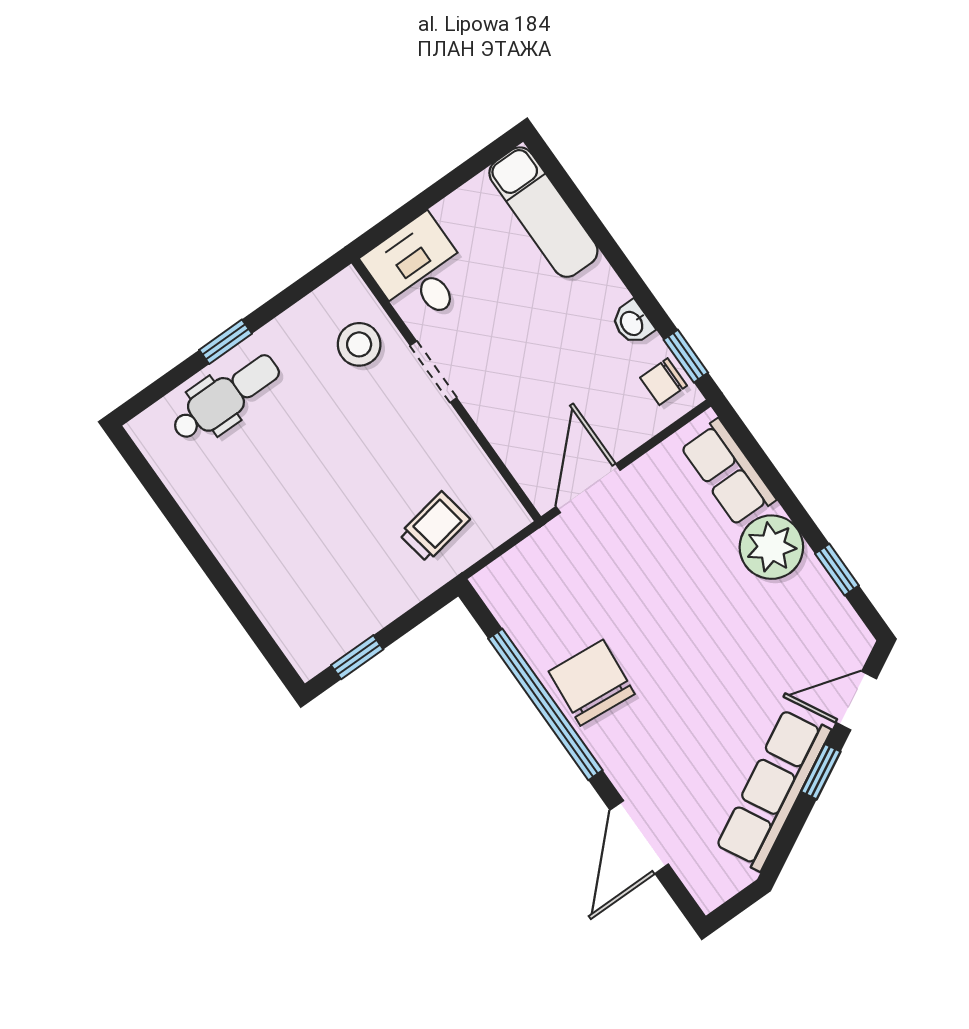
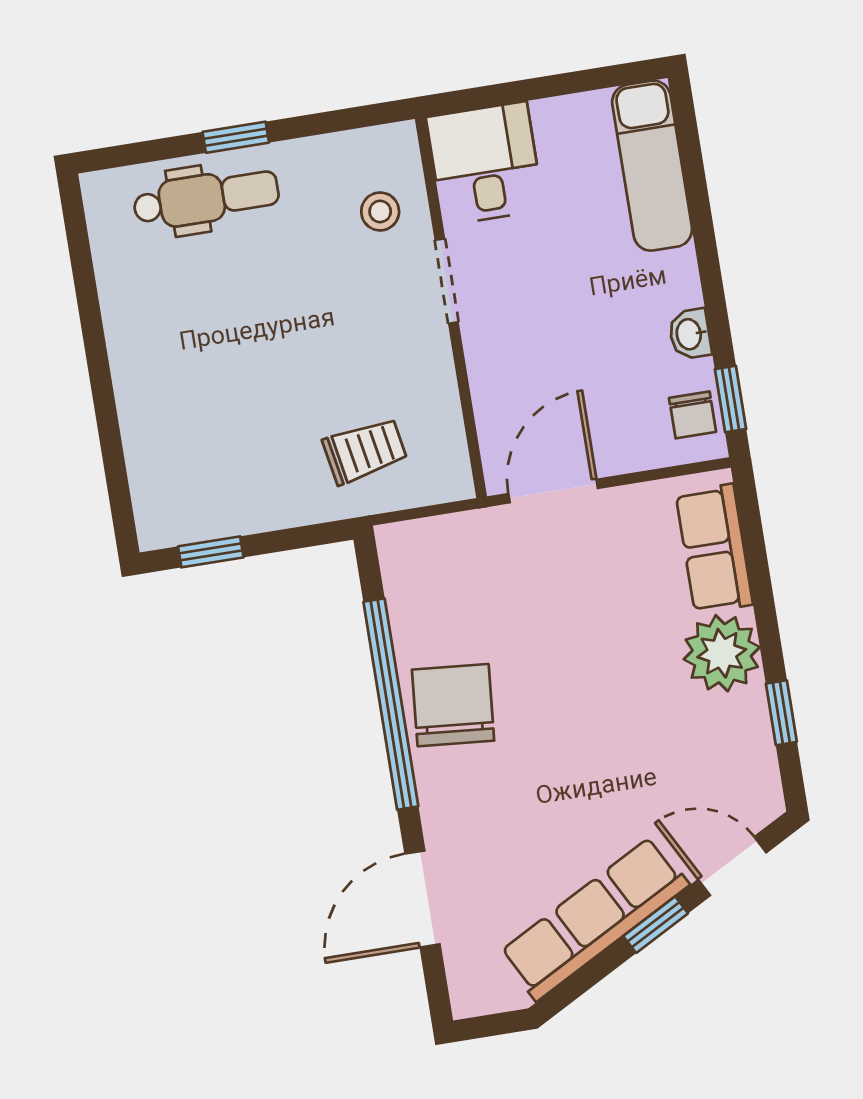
stool: (359, 344) -> (380, 211), width x0.73, depth x0.73
chair: (664, 382) -> (693, 415), turned -90

